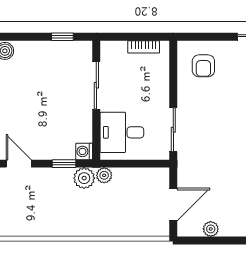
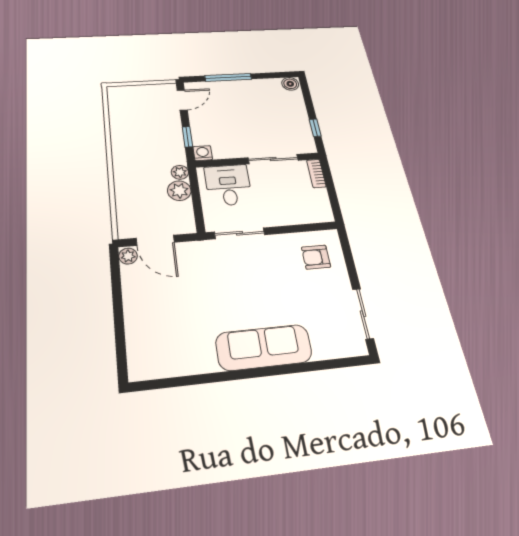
bookcase: (144, 47) -> (316, 173), moved
plant: (84, 178) -> (179, 191), moved
plant: (211, 229) -> (128, 256), moved

